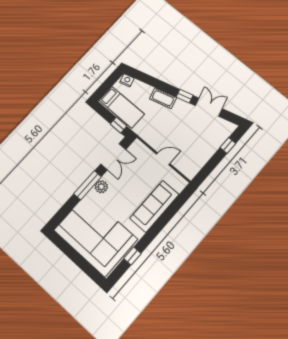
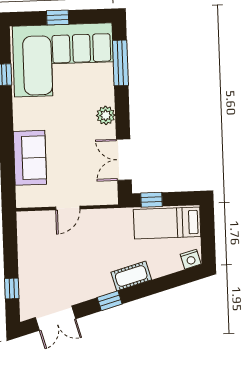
double door: (209, 107) -> (55, 318), moved
window: (87, 185) -> (120, 63), moved
sofa: (154, 206) -> (30, 158), width x0.73
window: (78, 259) -> (58, 18), added

